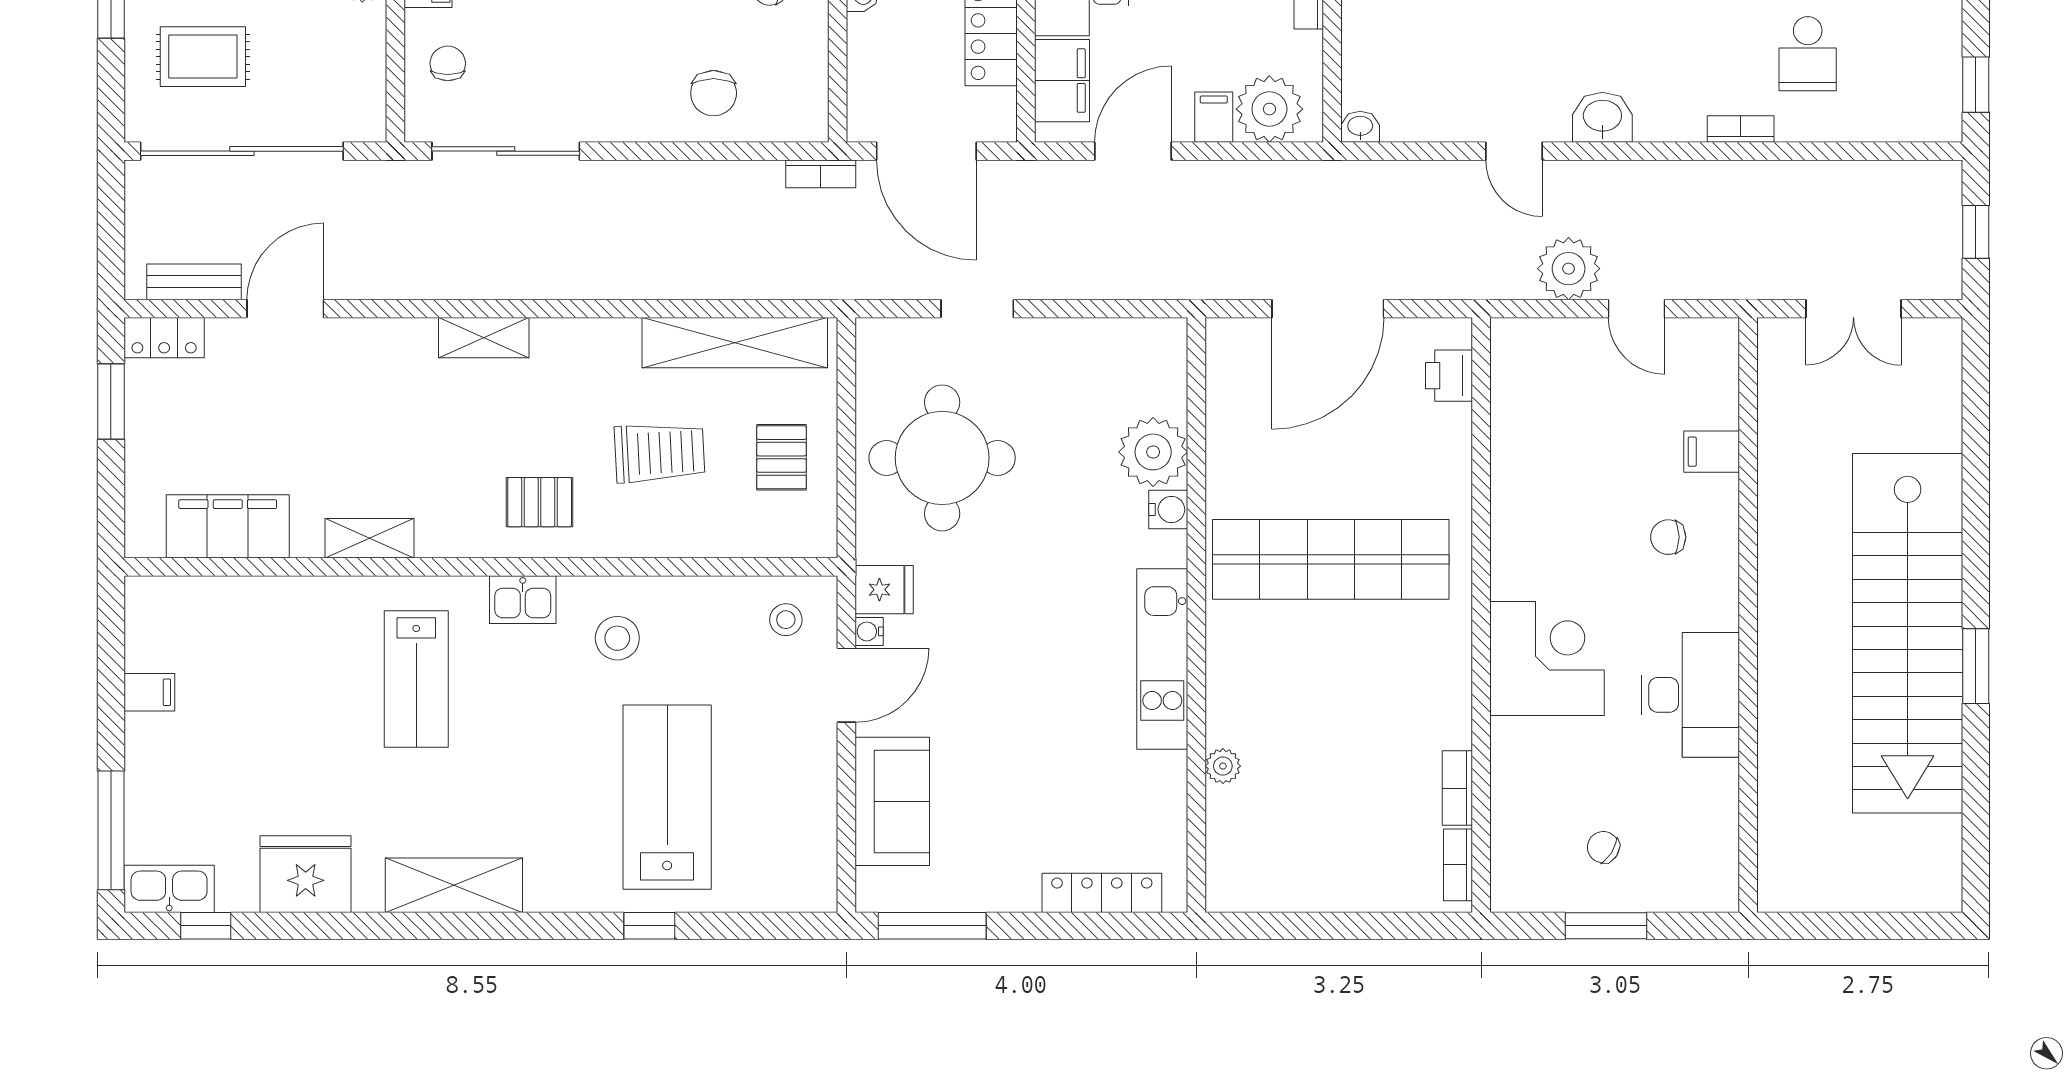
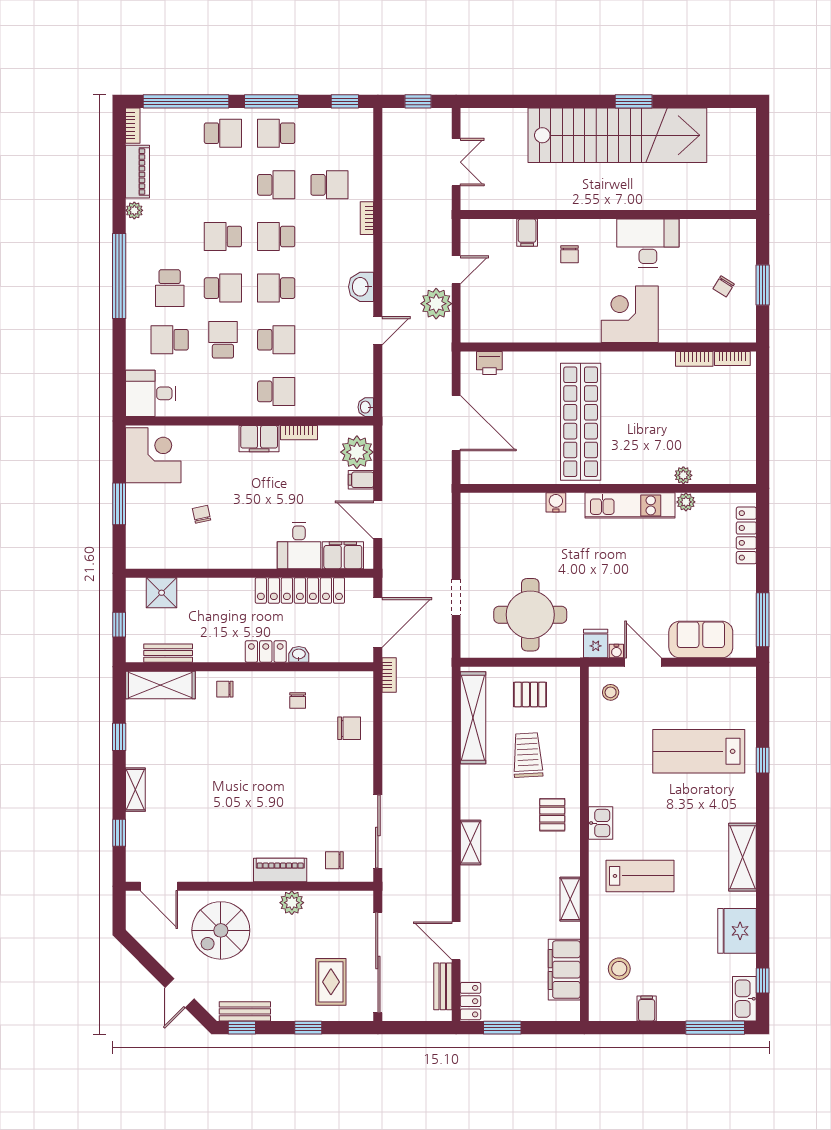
plant: (1153, 452) -> (686, 502), moved, width x0.53, depth x0.53
stool: (617, 638) -> (619, 969), moved

